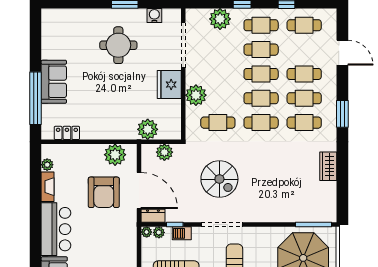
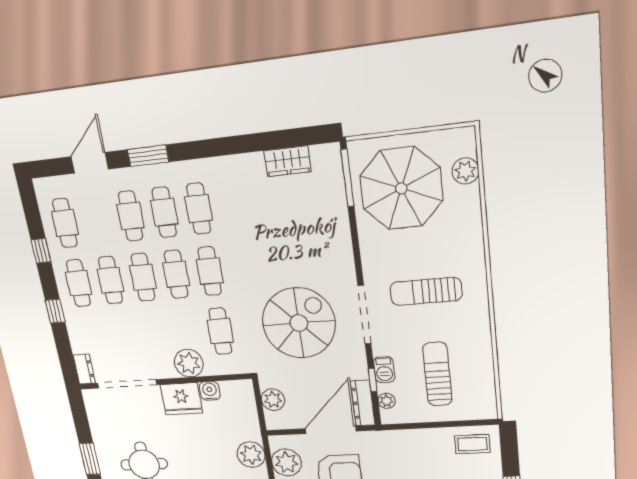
water cooler: (154, 15) -> (210, 391), moved, turned 90
dresser: (197, 15) -> (84, 369), added
plant: (220, 19) -> (83, 339), removed
window: (342, 114) -> (148, 156), moved
plant: (148, 129) -> (251, 455), moved
wardrobe: (328, 166) -> (287, 161), moved
spiral stairs: (219, 179) -> (299, 323), width x1.37, depth x1.37
dresser: (153, 216) -> (363, 403), width x1.44
plant: (147, 232) -> (388, 417), removed

